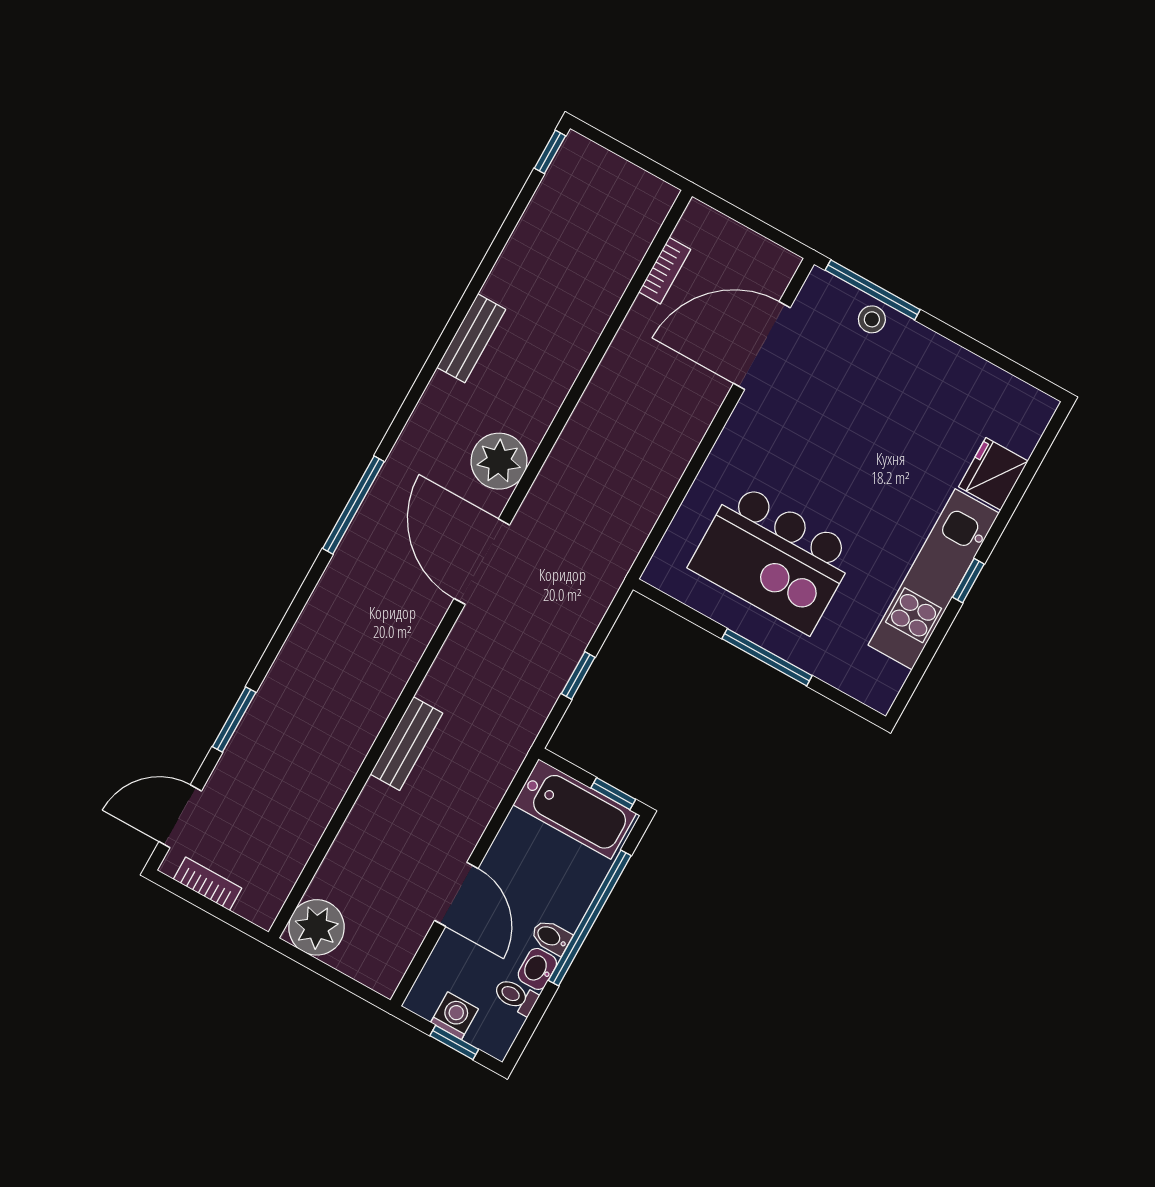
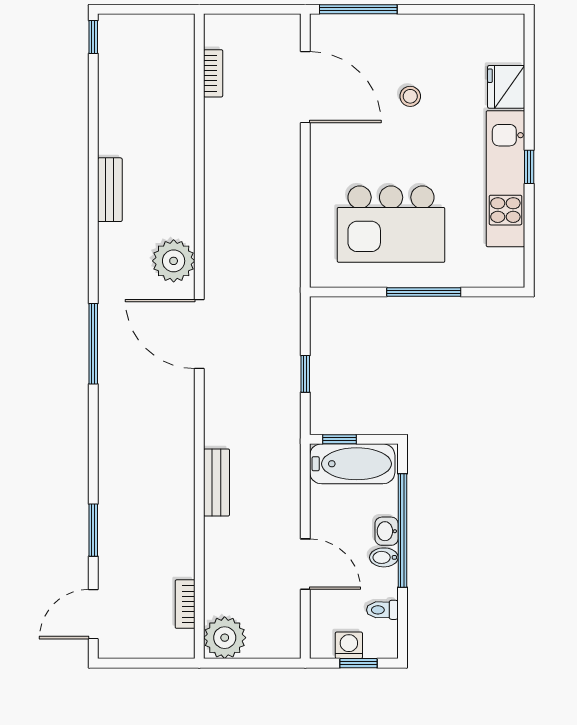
stool: (872, 319) -> (410, 96), moved
door: (762, 345) -> (305, 87), swing flipped
window: (613, 794) -> (340, 439), moved
bookcase: (207, 884) -> (185, 604), moved, turned -90
washbasin: (537, 969) -> (387, 531), moved

